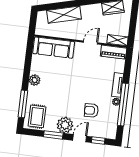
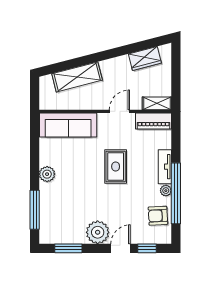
armchair: (91, 110) -> (158, 216), moved
rug: (37, 116) -> (116, 166), moved
window: (53, 135) -> (68, 248), moved

